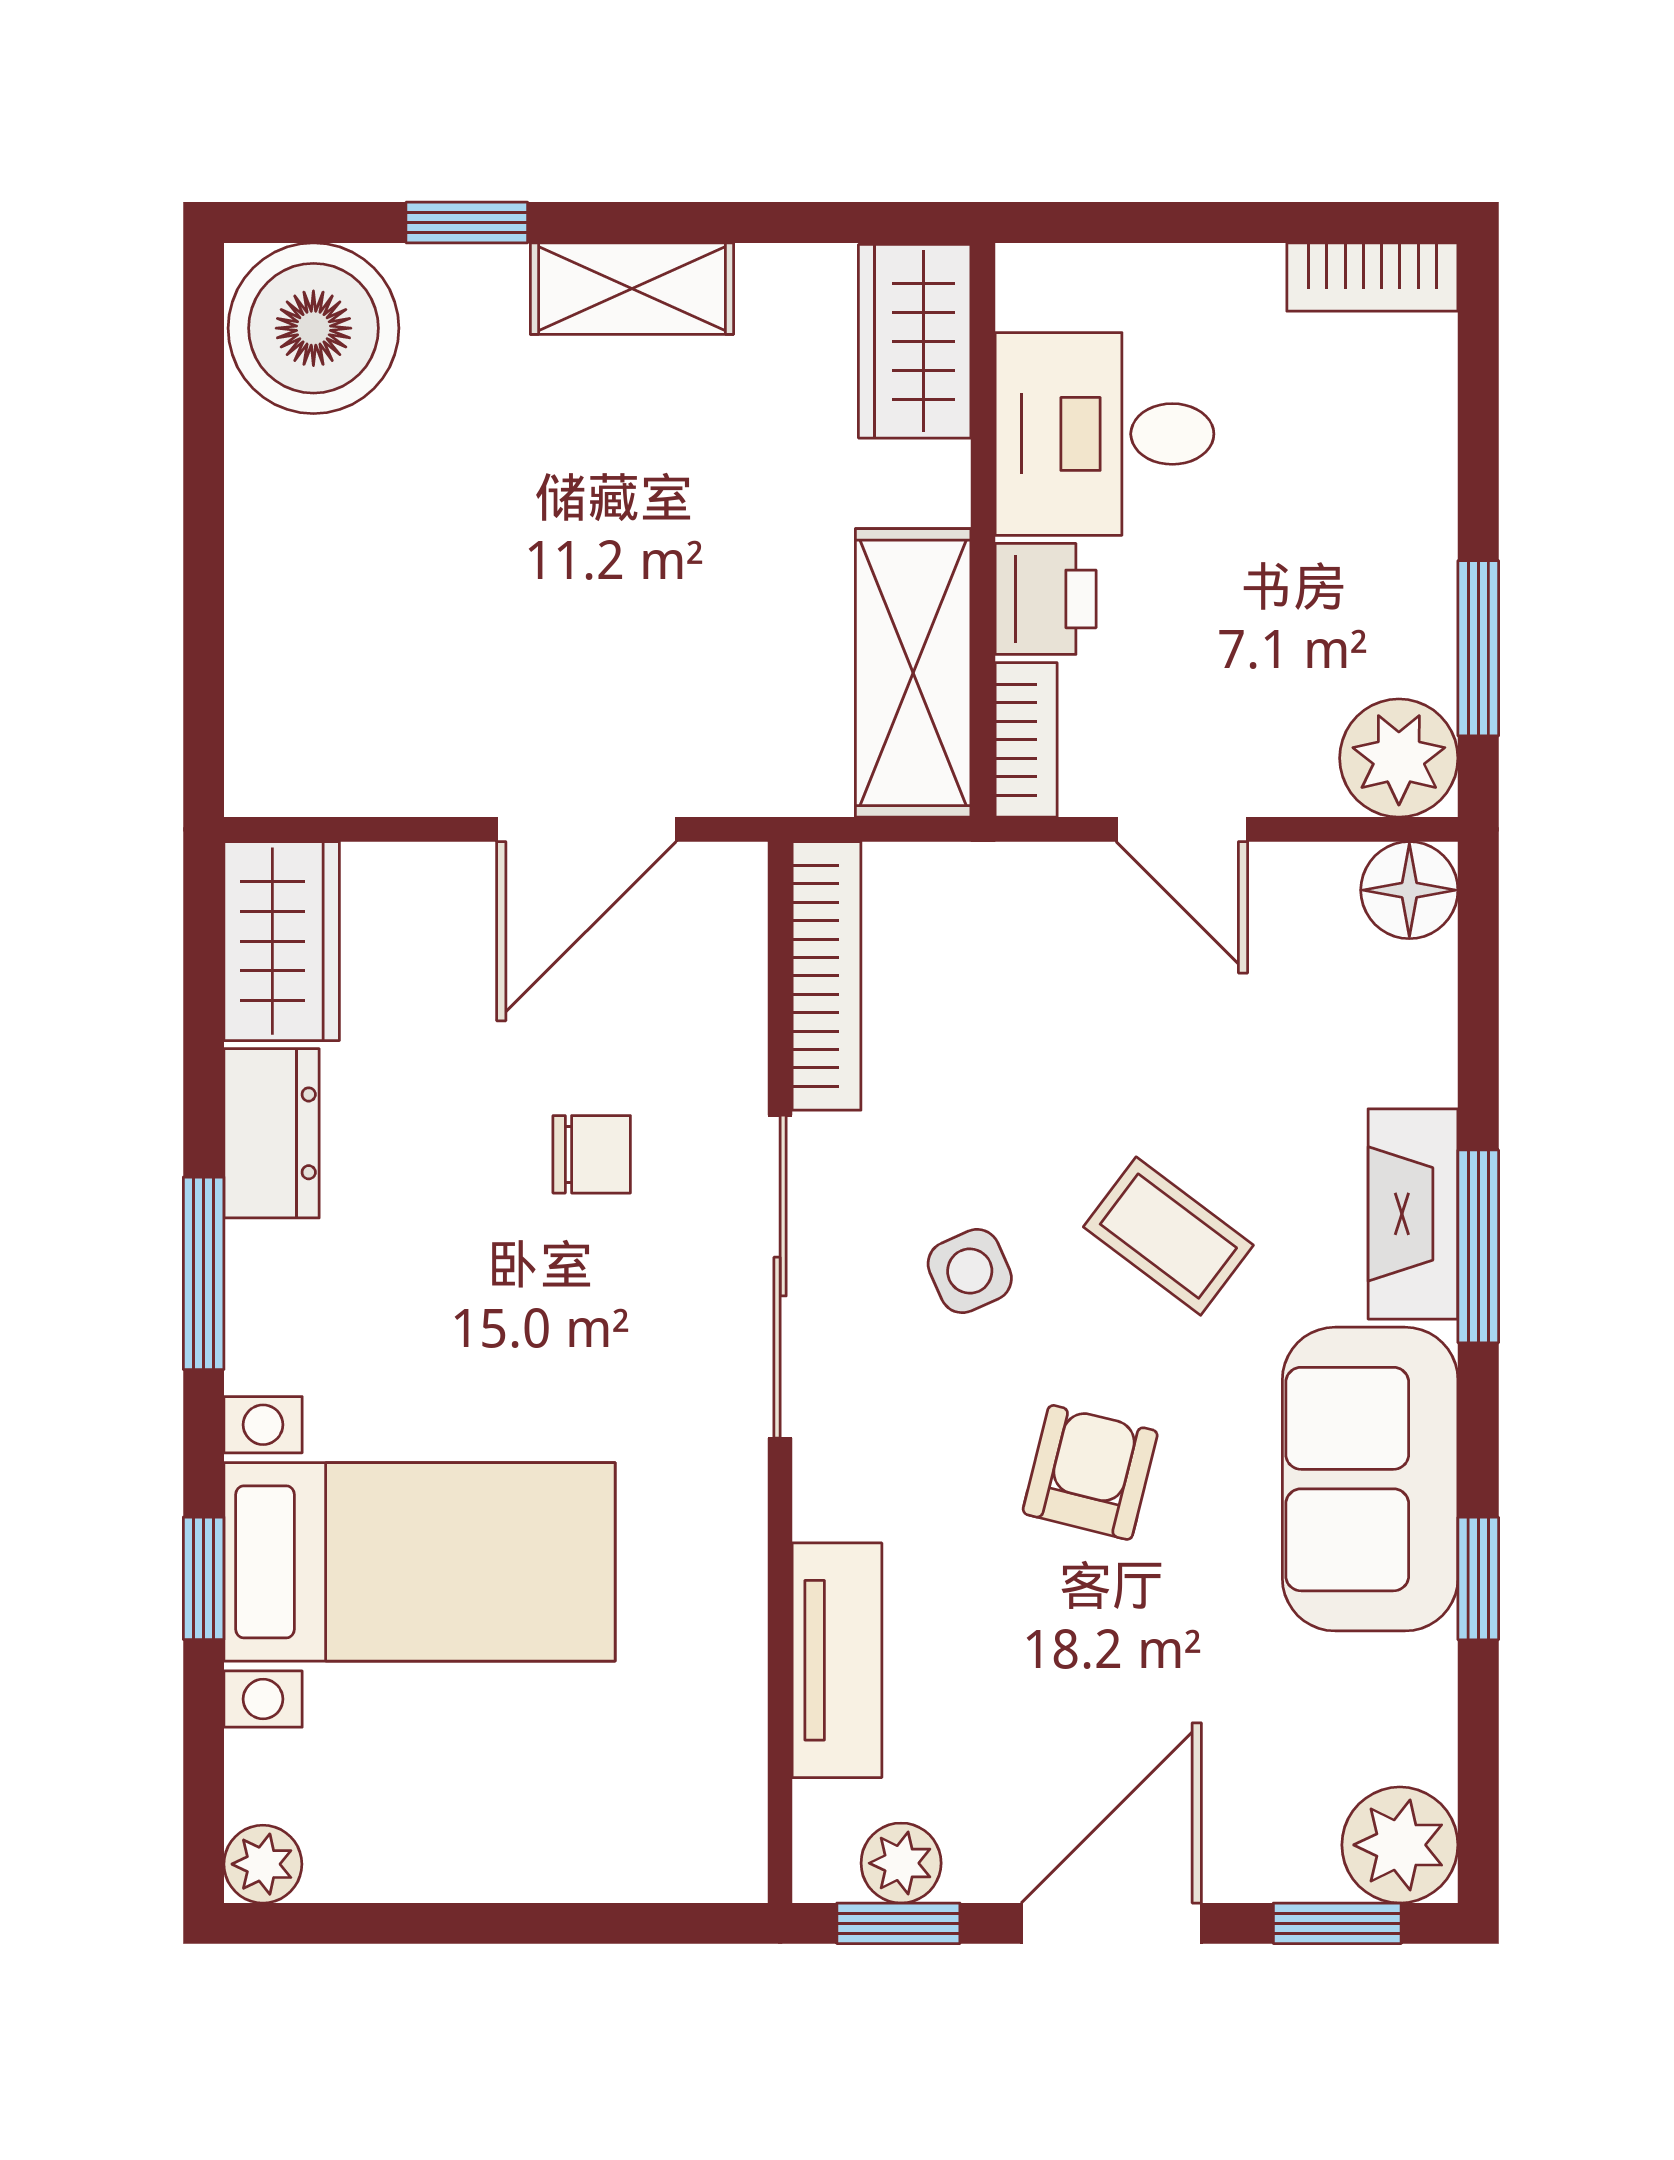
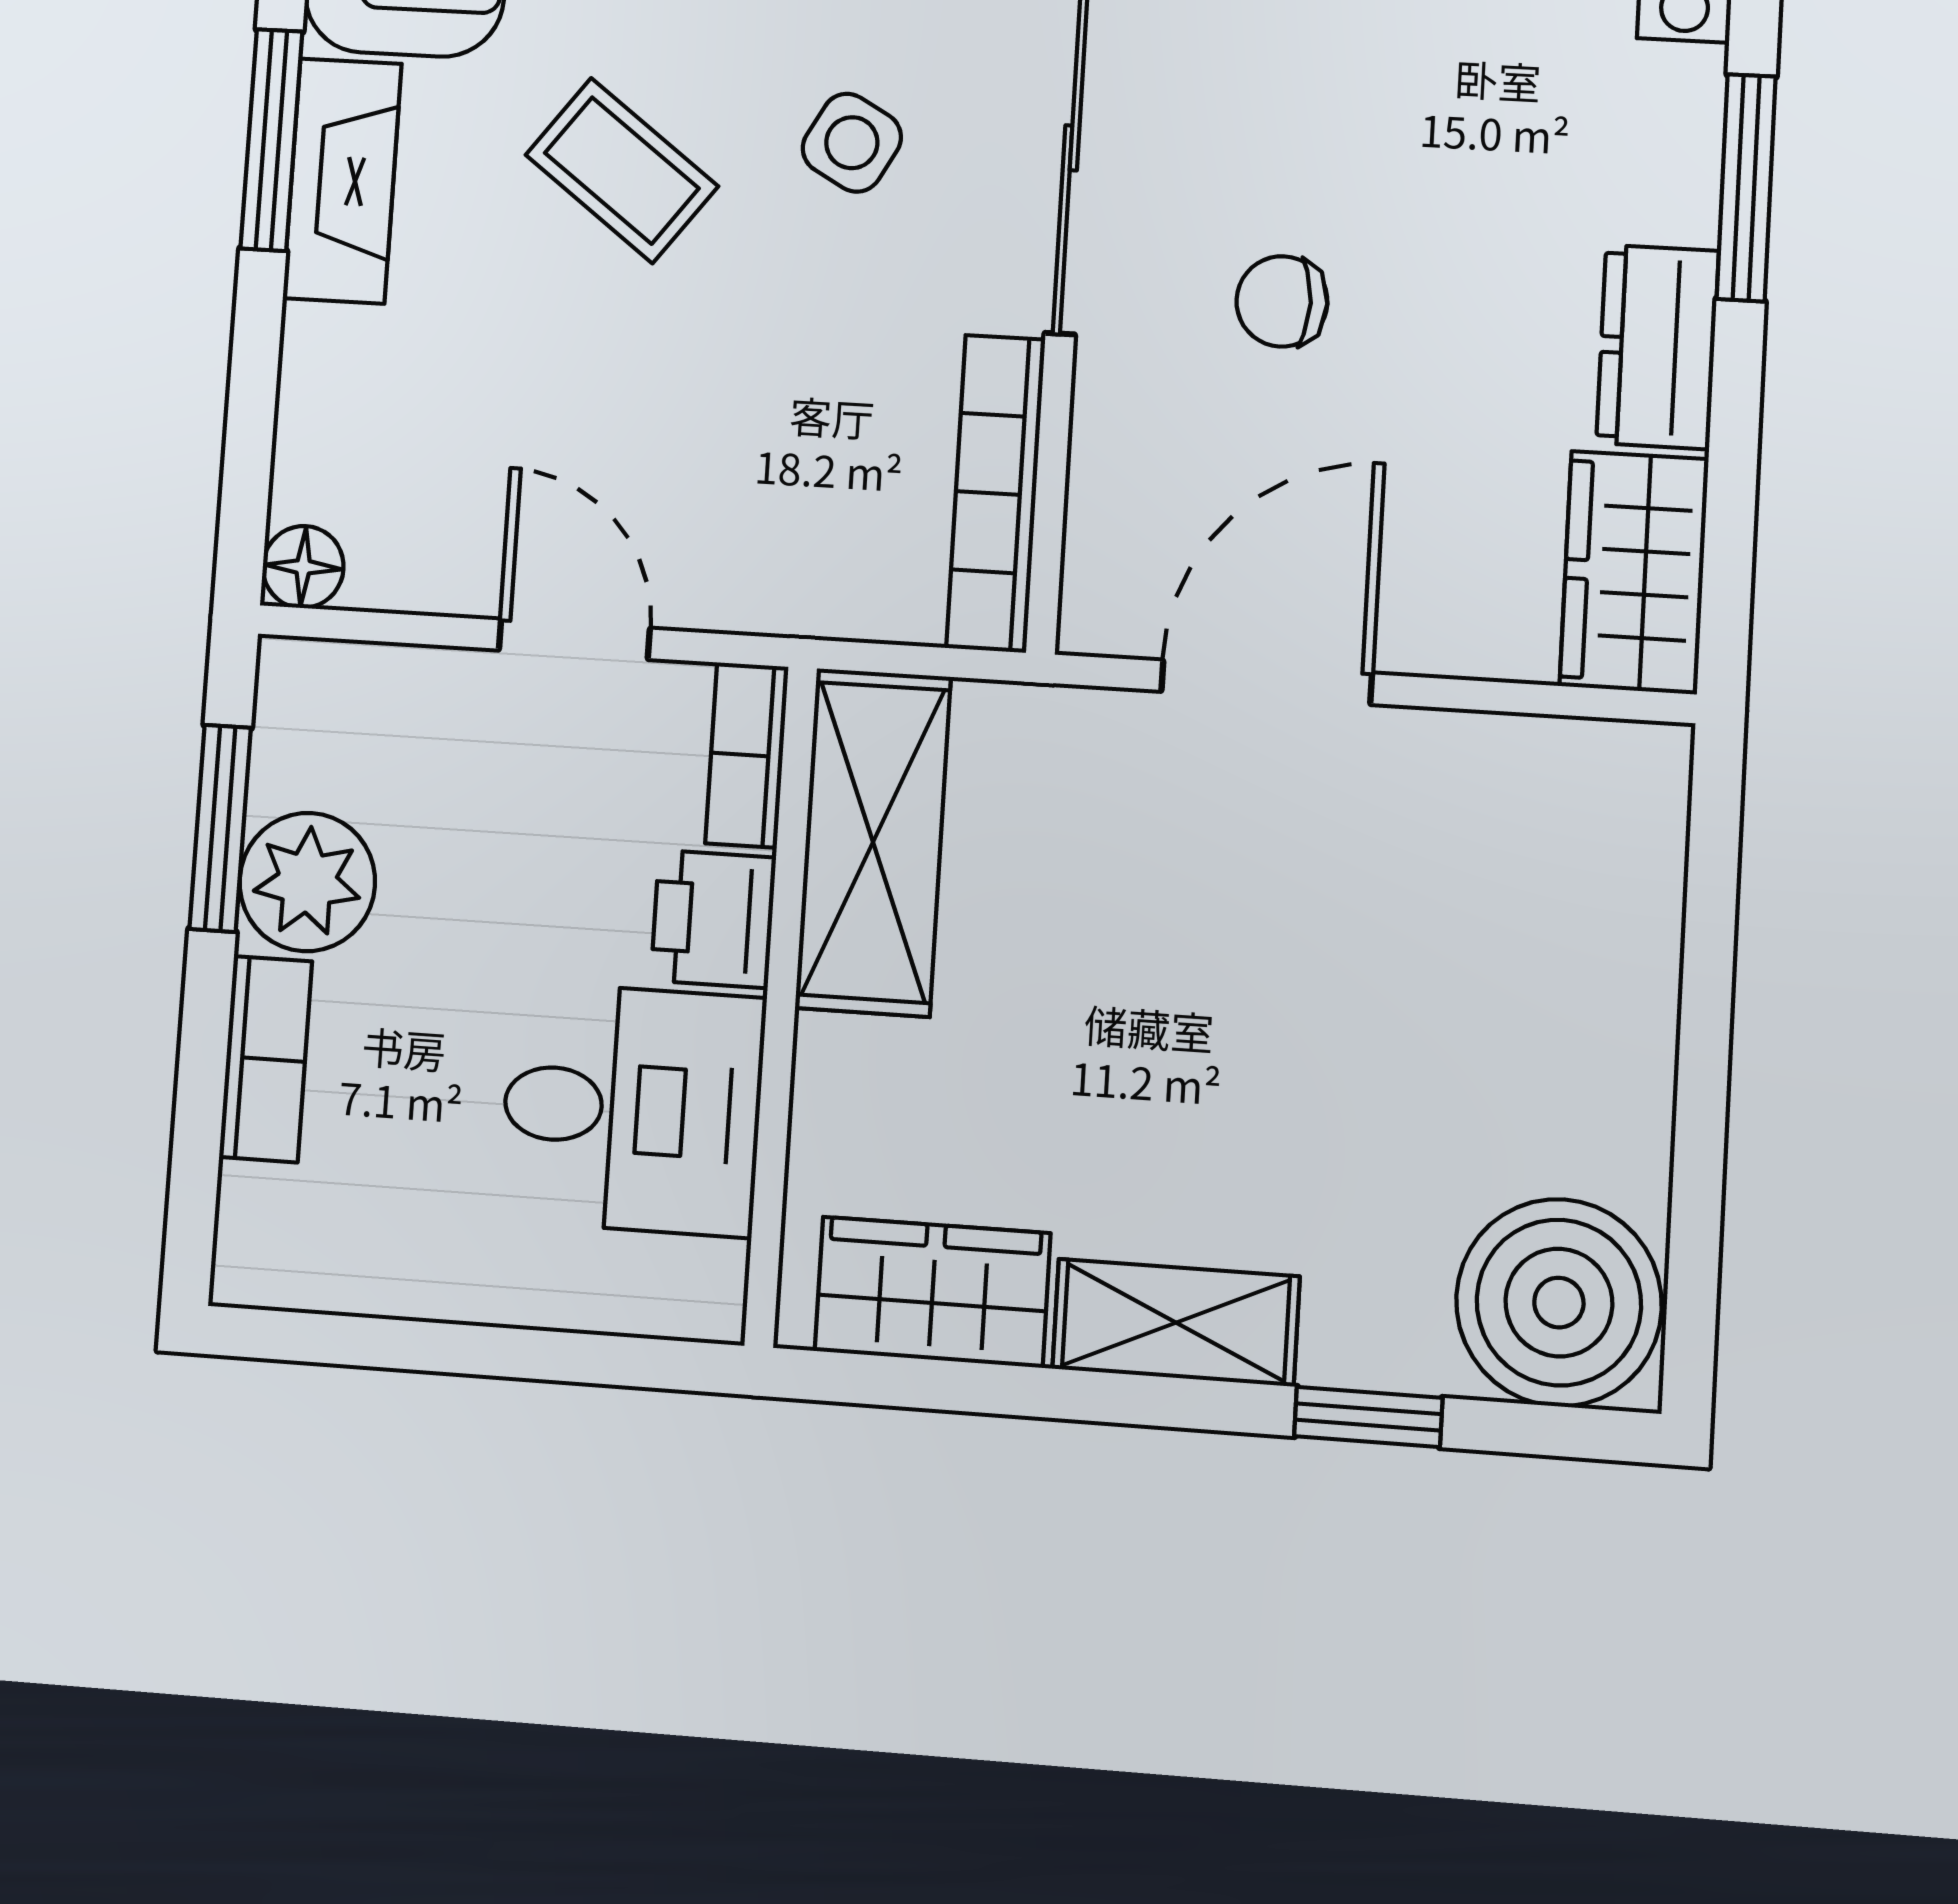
bookcase: (1372, 277) -> (266, 1059), moved, turned 90
wardrobe: (915, 341) -> (933, 1292), moved, turned -90
plant: (1399, 758) -> (307, 882), moved
floor lamp: (1409, 890) -> (303, 567), width x0.73, depth x0.73
side table: (970, 1271) -> (852, 143), turned -37

